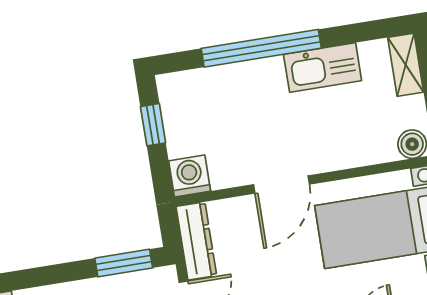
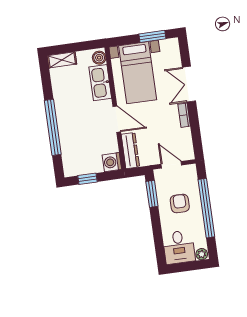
kitchen sink: (323, 67) -> (100, 83), moved, turned 180
dresser: (196, 241) -> (130, 151), moved, turned 90

